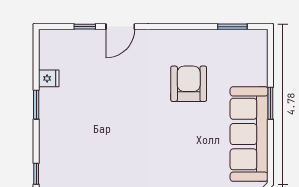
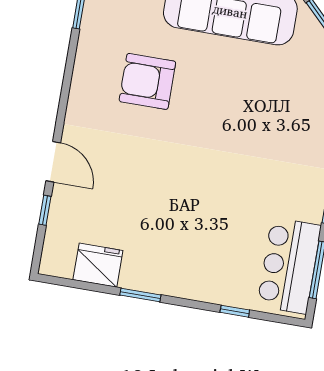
fridge: (49, 78) -> (98, 265), width x1.88, depth x1.34

